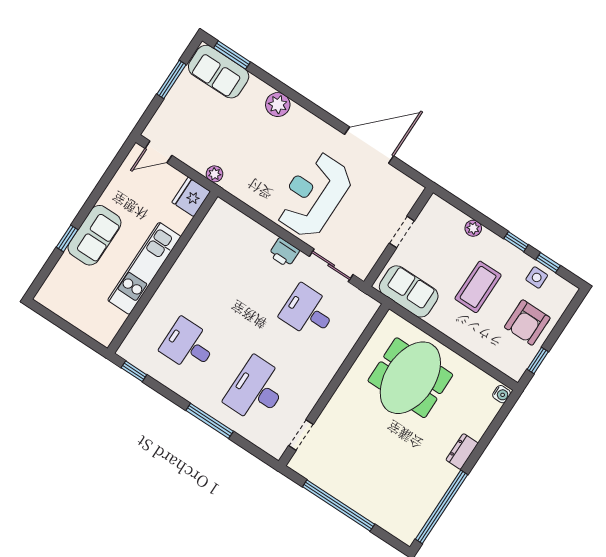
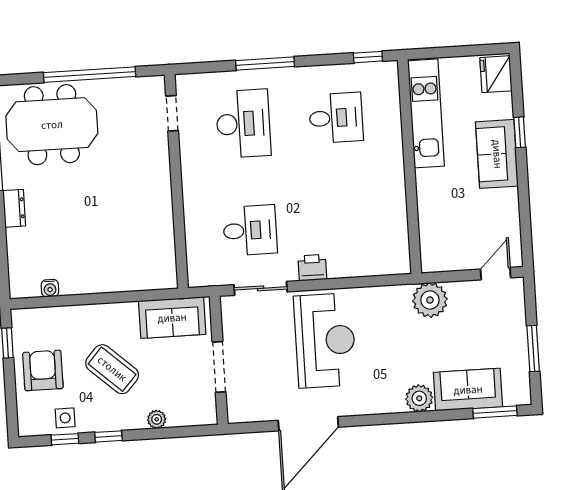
sofa: (219, 72) -> (468, 390), moved
plant: (215, 174) -> (430, 300), width x1.87, depth x1.87
fridge: (191, 197) -> (496, 74), moved, turned 180
doorway: (402, 232) -> (219, 367), width x1.38
kitchen unit: (144, 268) -> (426, 113), moved
coffee table: (478, 287) -> (112, 369), turned -48
meeting table: (410, 378) -> (52, 125), moved, turned 90
water cooler: (502, 394) -> (50, 288), moved, turned -90

